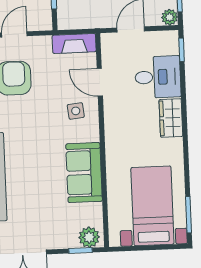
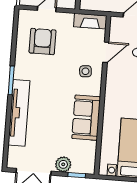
door: (100, 82) -> (106, 52), swing flipped
plant: (89, 237) -> (63, 164), moved

